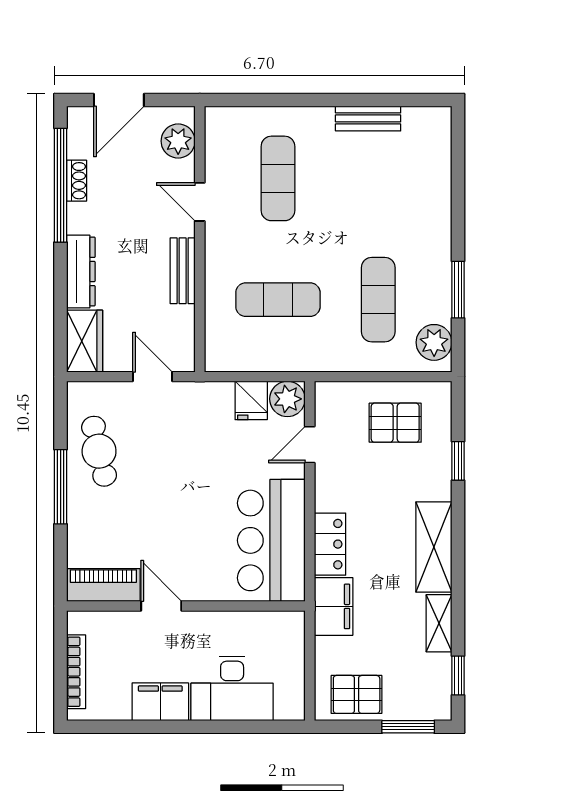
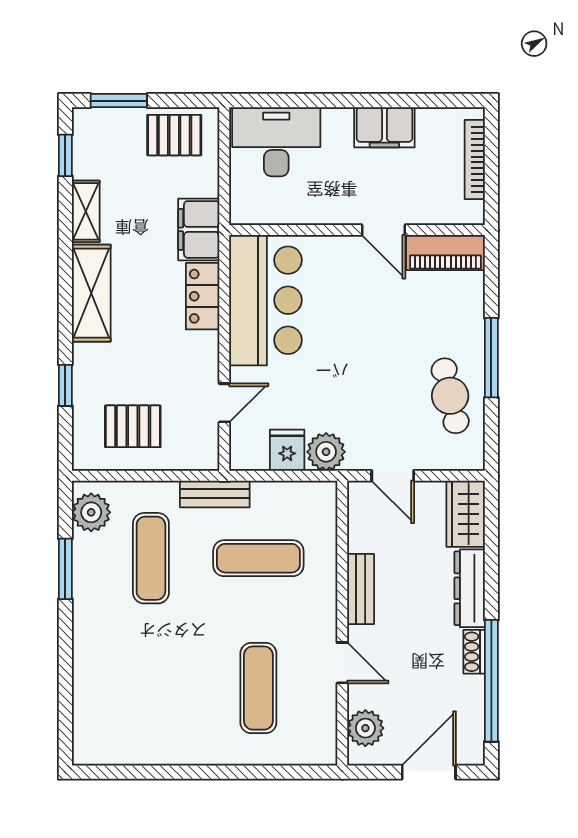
bench: (368, 118) -> (215, 494), moved
shoe rack: (77, 181) -> (474, 652), moved
plant: (287, 399) -> (326, 452), moved
desk: (232, 688) -> (276, 142), moved

